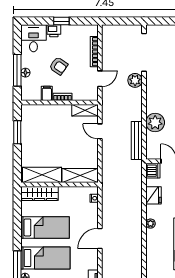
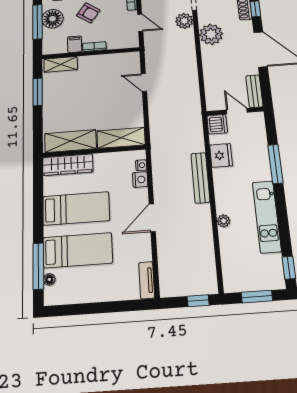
floor lamp: (25, 73) -> (53, 19), width x1.89, depth x1.89
door: (100, 79) -> (140, 23), hinge flipped
shelving: (85, 110) -> (61, 64), moved
plant: (155, 122) -> (211, 34), moved
bench: (137, 141) -> (200, 178), moved
nightstand: (93, 209) -> (140, 180), added
plant: (150, 224) -> (224, 221), moved

